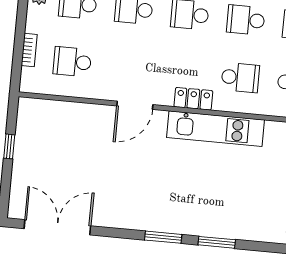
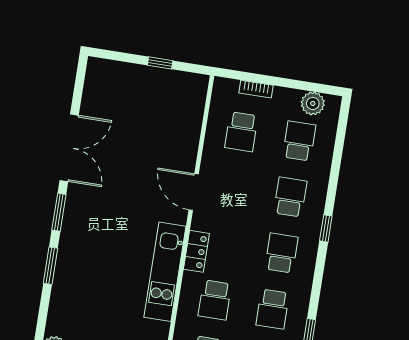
school desk: (246, 20) -> (273, 309), turned 180
school desk: (72, 62) -> (241, 132), turned 180
double door: (57, 227) -> (69, 148), moved

